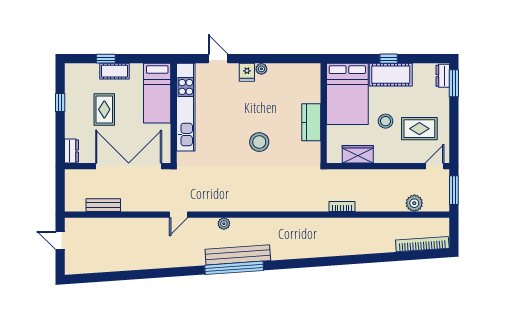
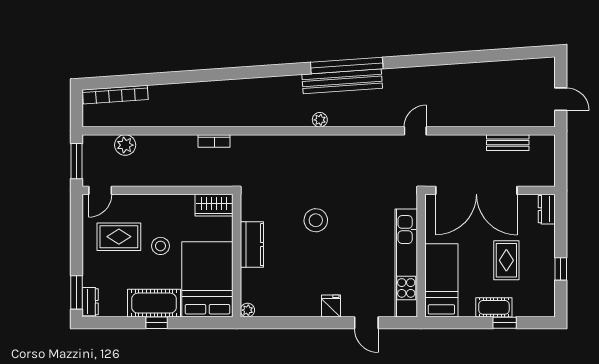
plant: (261, 69) -> (247, 310), moved
wardrobe: (358, 154) -> (214, 205), moved
plant: (224, 224) -> (320, 120), moved

